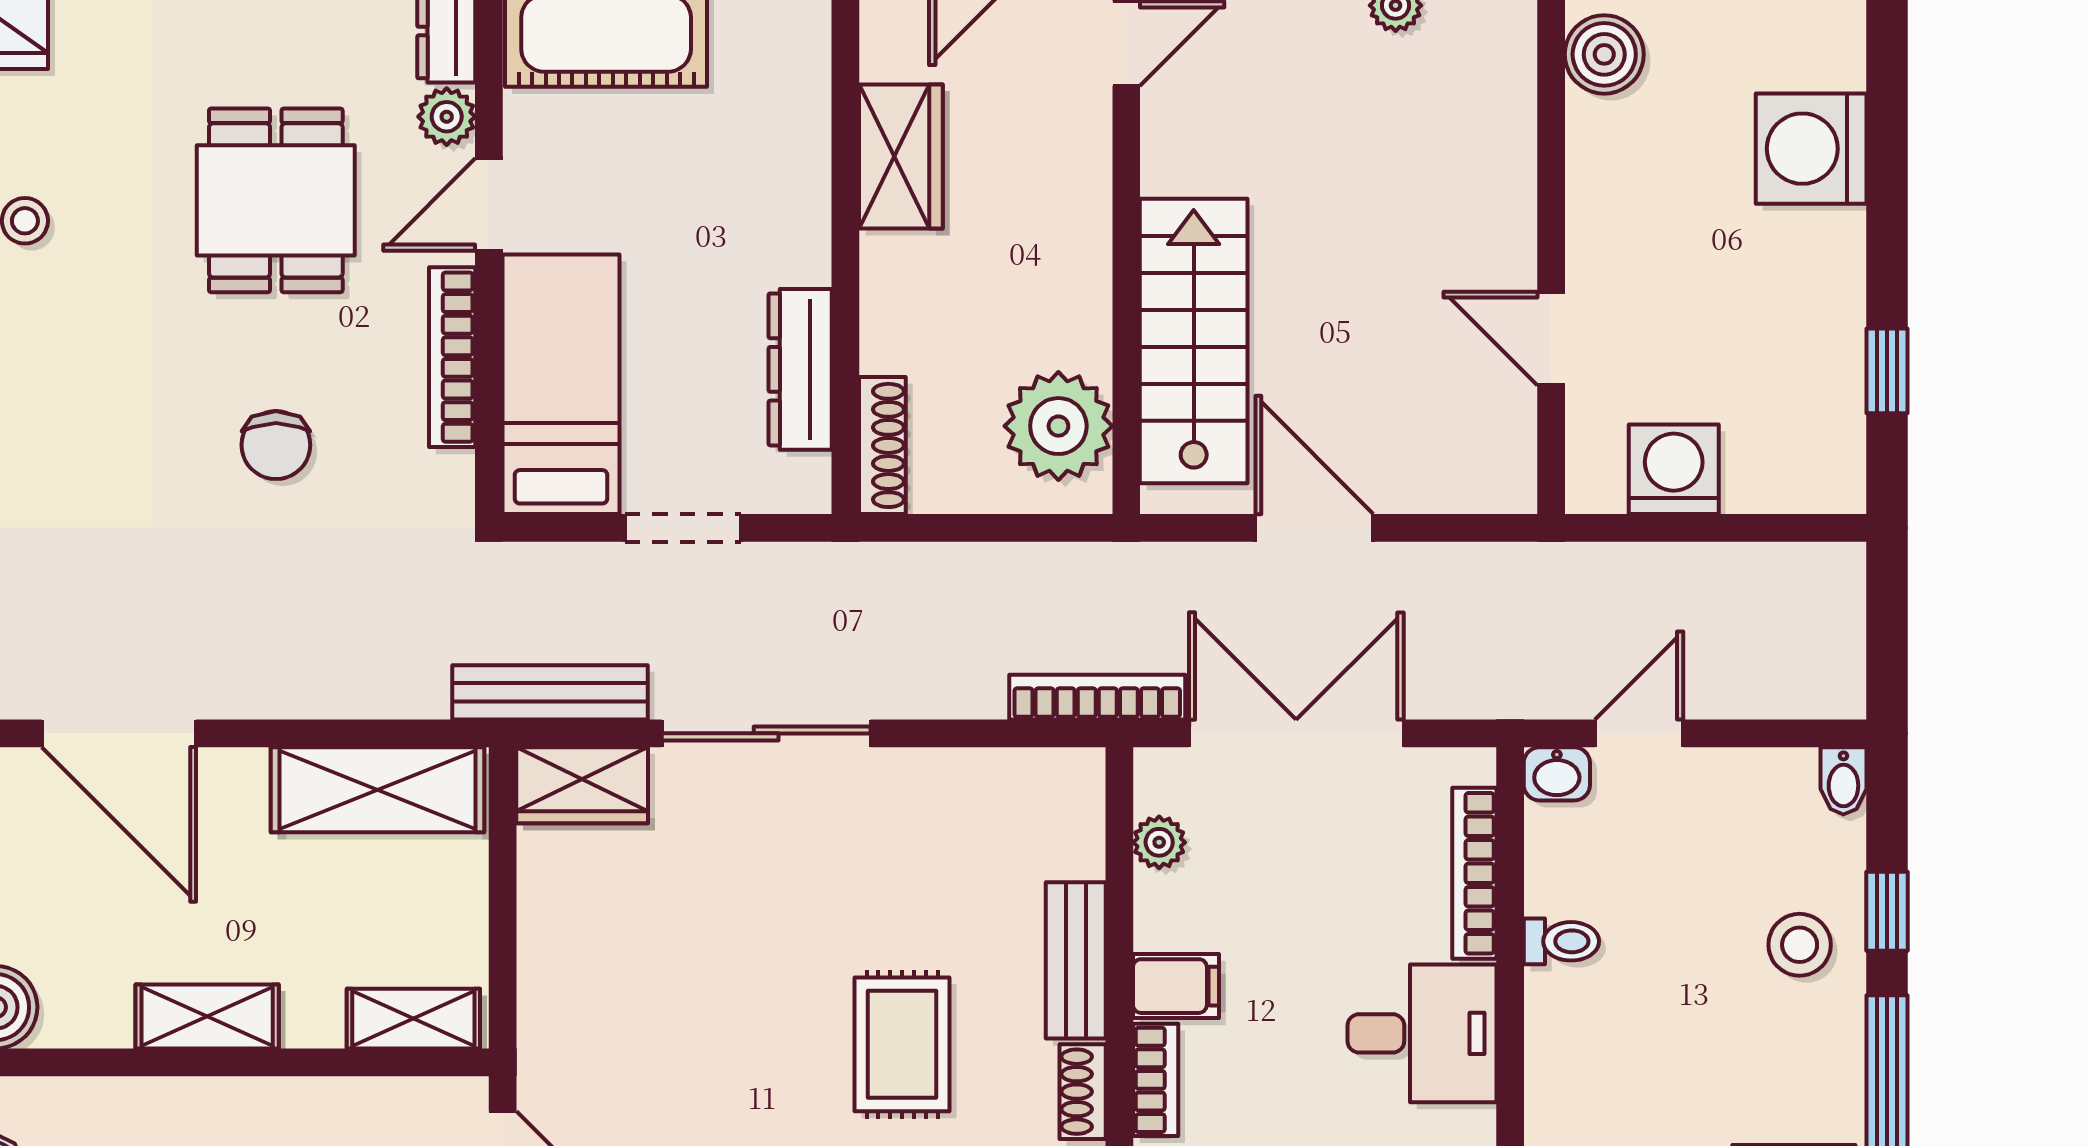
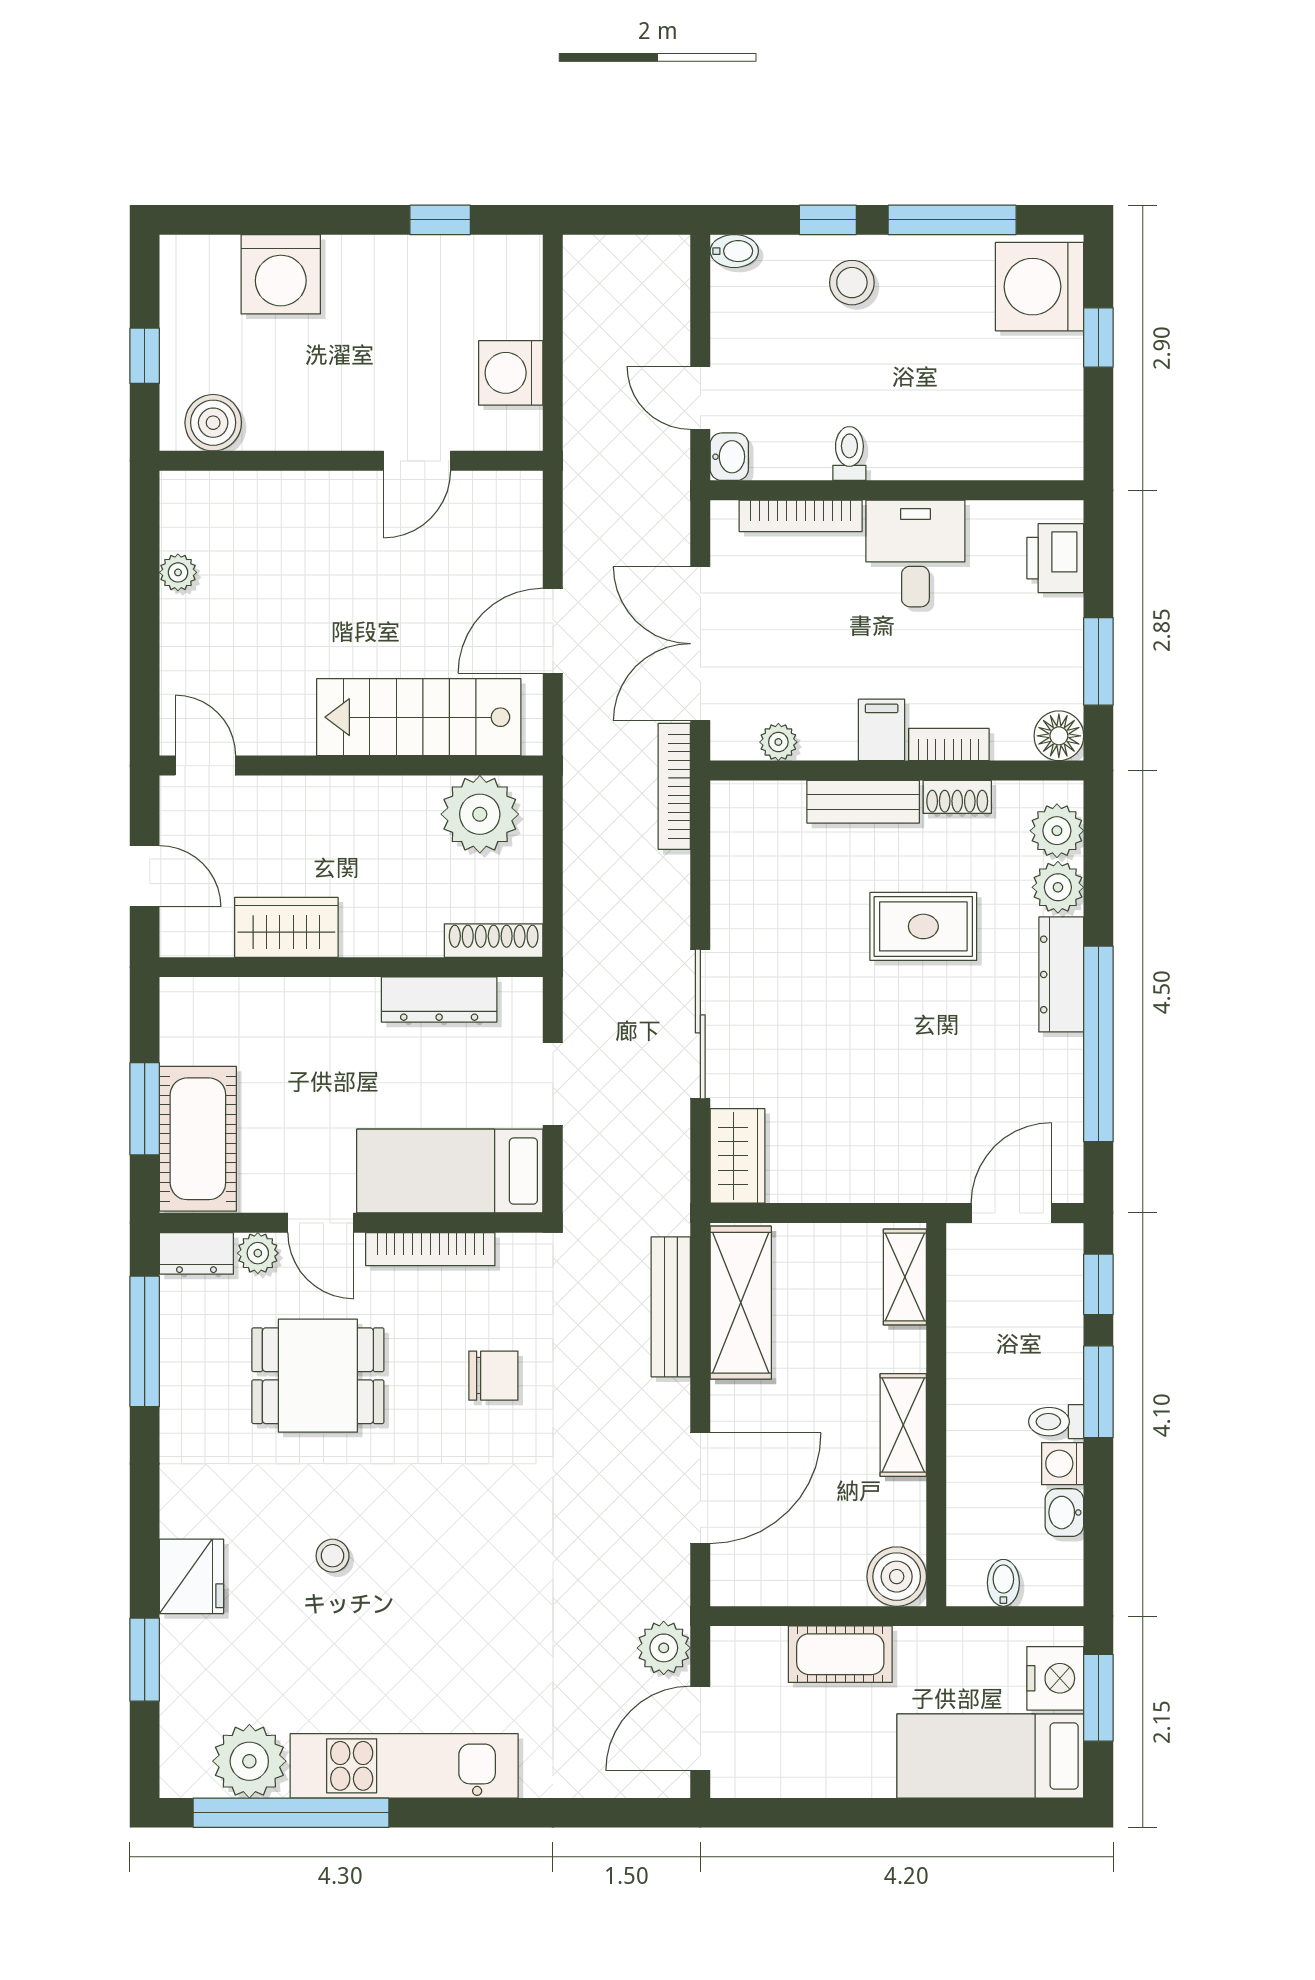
bench: (550, 692) -> (671, 1307), moved

